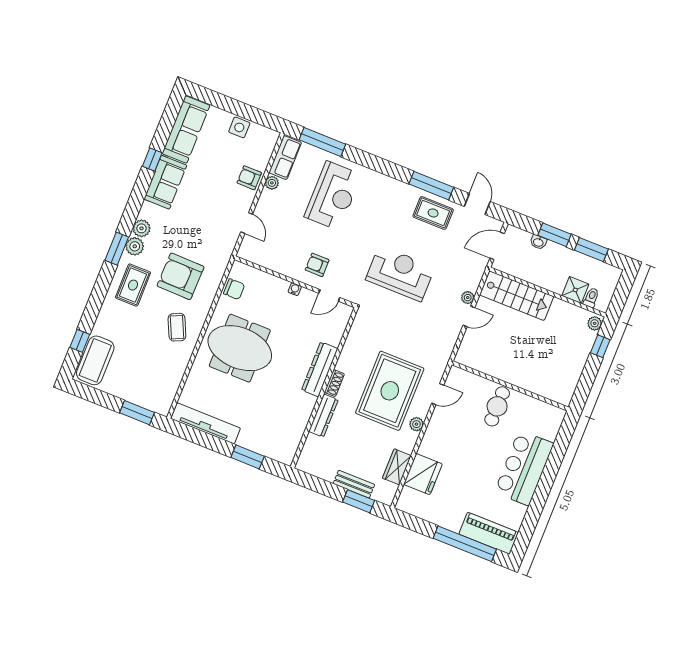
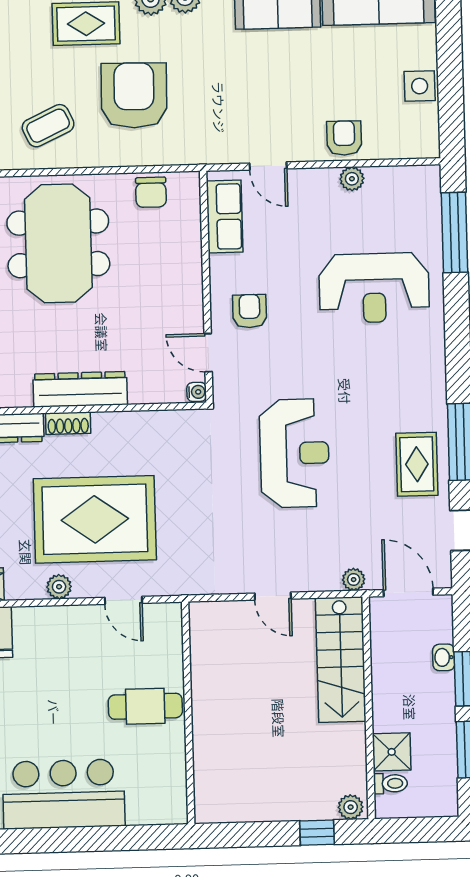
row of seats: (285, 158) -> (225, 217), moved, turned -90
door: (247, 223) -> (268, 166), hinge flipped
water cooler: (295, 289) -> (197, 392), moved
plant: (468, 298) -> (354, 580), moved

